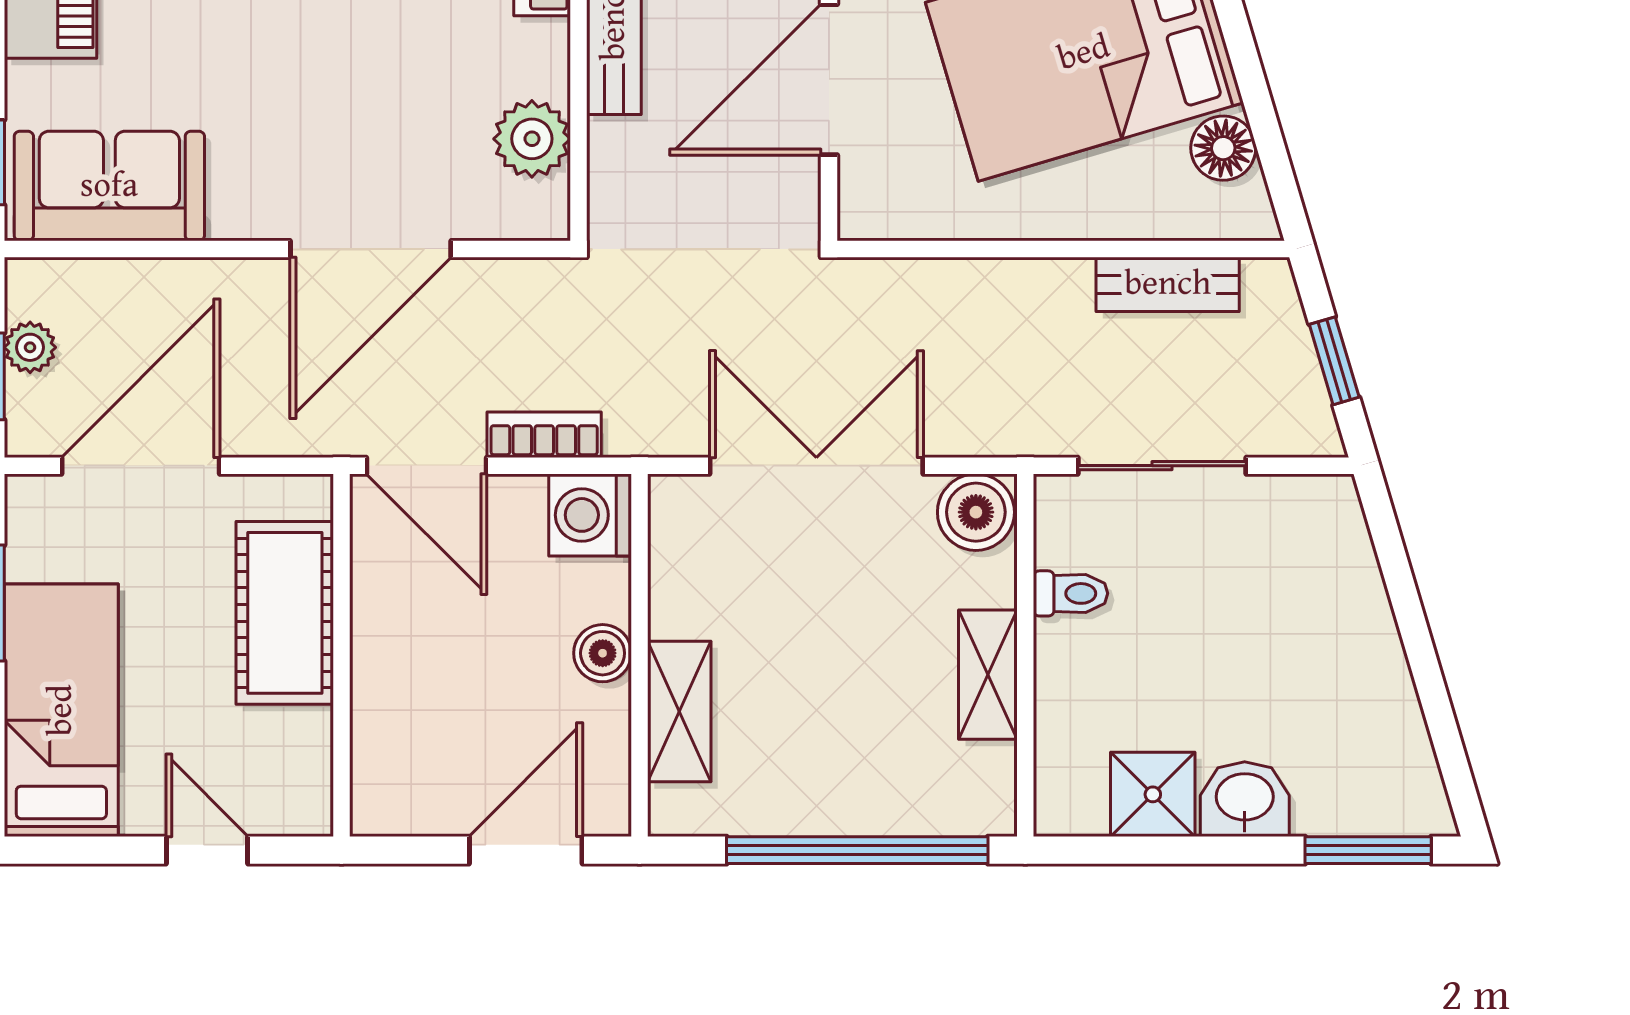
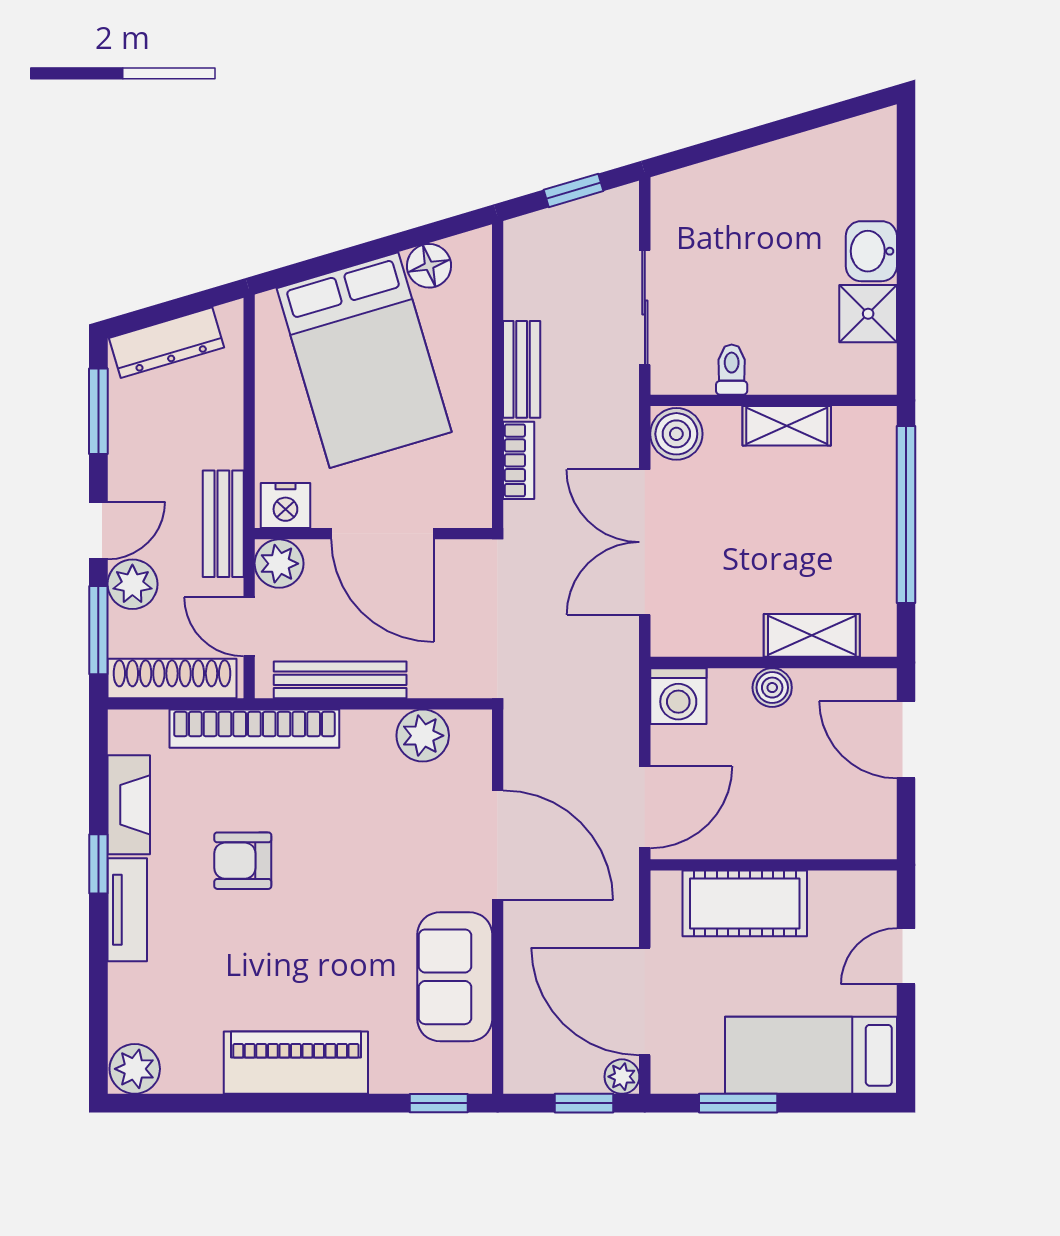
sofa: (109, 186) -> (455, 977), moved
bench: (1168, 284) -> (522, 369), moved
plant: (30, 347) -> (622, 1077), moved
bookcase: (544, 435) -> (519, 460), moved, turned 180
window: (1368, 850) -> (906, 167), removed

